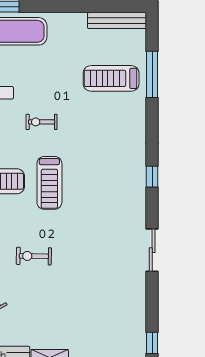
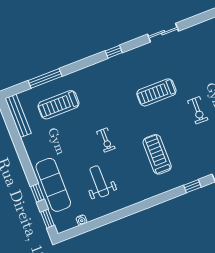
treadmill: (111, 78) -> (58, 105), turned 90
treadmill: (49, 183) -> (156, 92), moved, turned 180

